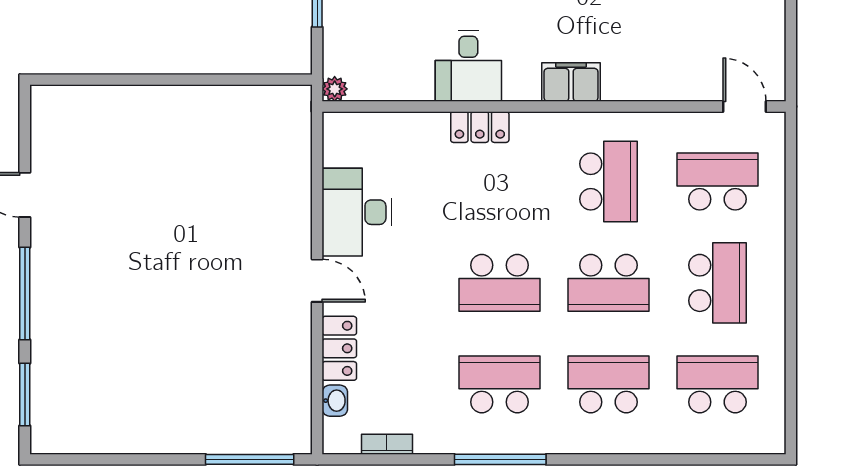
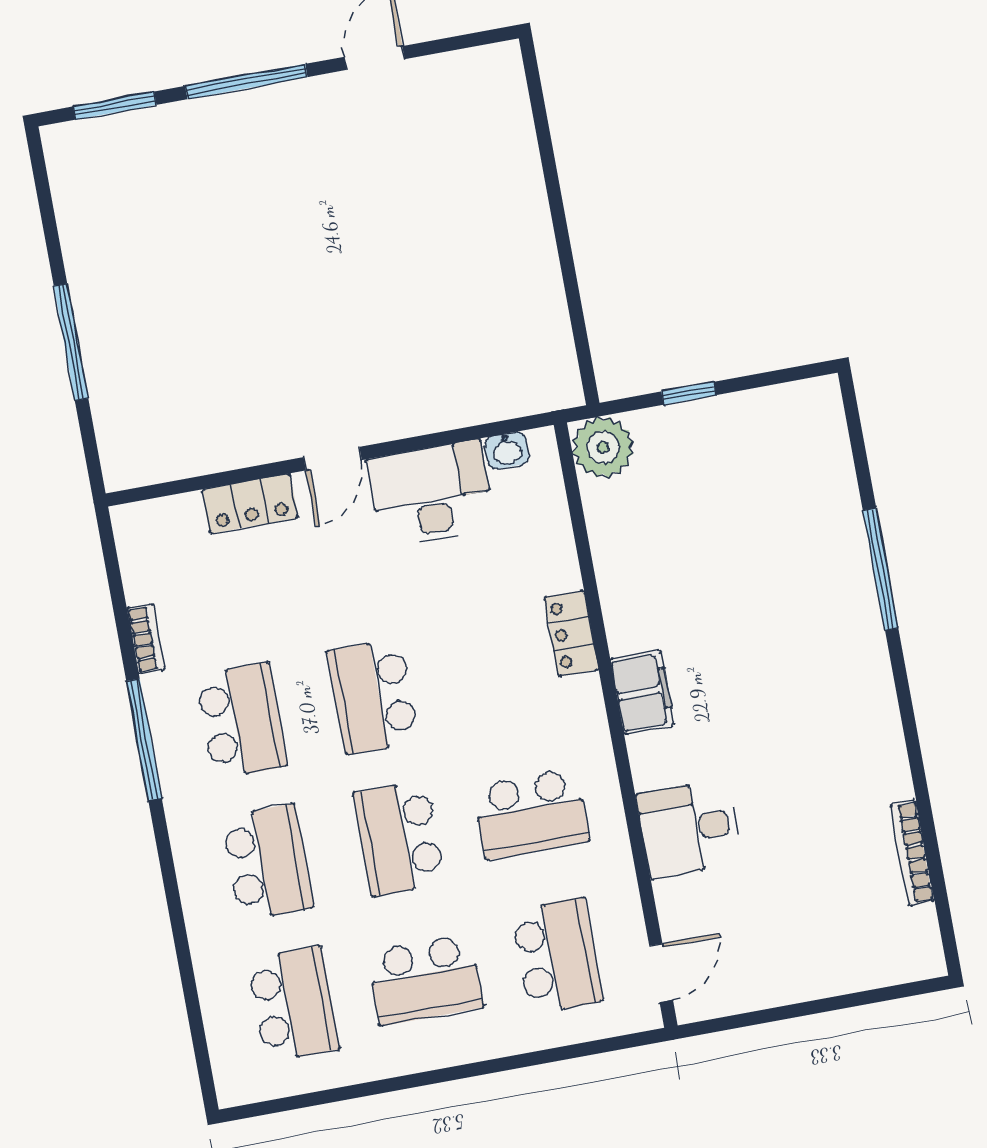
desk: (468, 66) -> (689, 829), moved
filing cabinet: (571, 82) -> (642, 692), moved
plant: (335, 89) -> (603, 447), width x1.87, depth x1.87
washbasin: (335, 401) -> (507, 450), moved
bookcase: (387, 444) -> (146, 639), moved
window: (250, 459) -> (71, 342), moved

